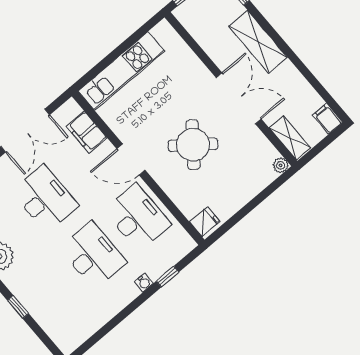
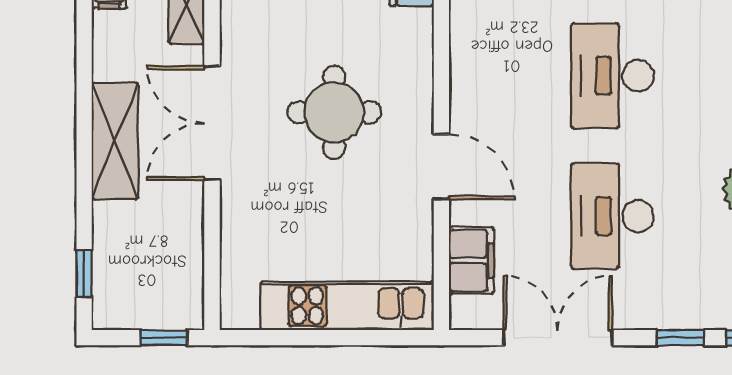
shelving: (258, 42) -> (115, 141), moved
round table: (193, 145) -> (334, 112), turned -38
desk: (137, 217) -> (503, 76), removed

